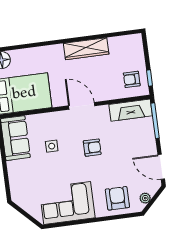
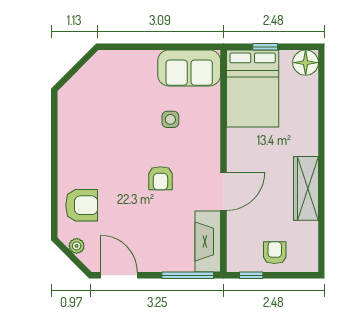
armchair: (132, 79) -> (275, 253), moved
door: (82, 106) -> (223, 191), moved
door: (161, 167) -> (119, 275), hinge flipped
corner sofa: (67, 203) -> (84, 131), removed

